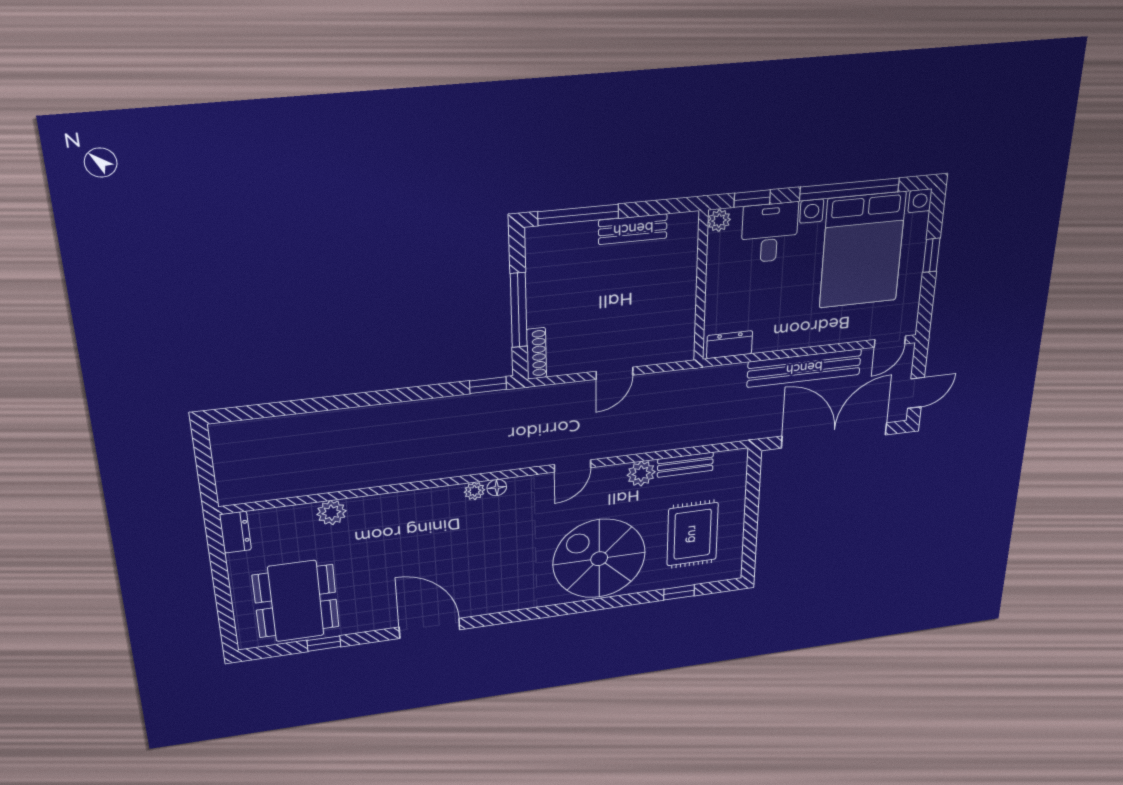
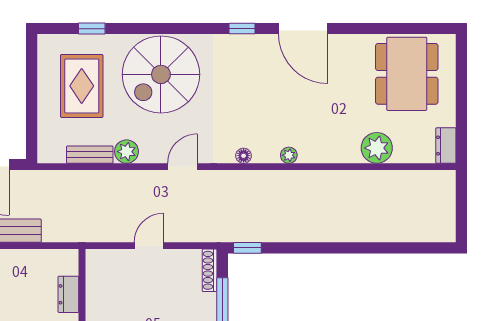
dresser: (730, 345) -> (68, 294), moved, turned 90
plant: (475, 491) -> (289, 155), moved
plant: (331, 513) -> (377, 148), width x1.36, depth x1.36
spiral stairs: (599, 559) -> (161, 74), turned 90
window: (324, 644) -> (242, 29), moved

